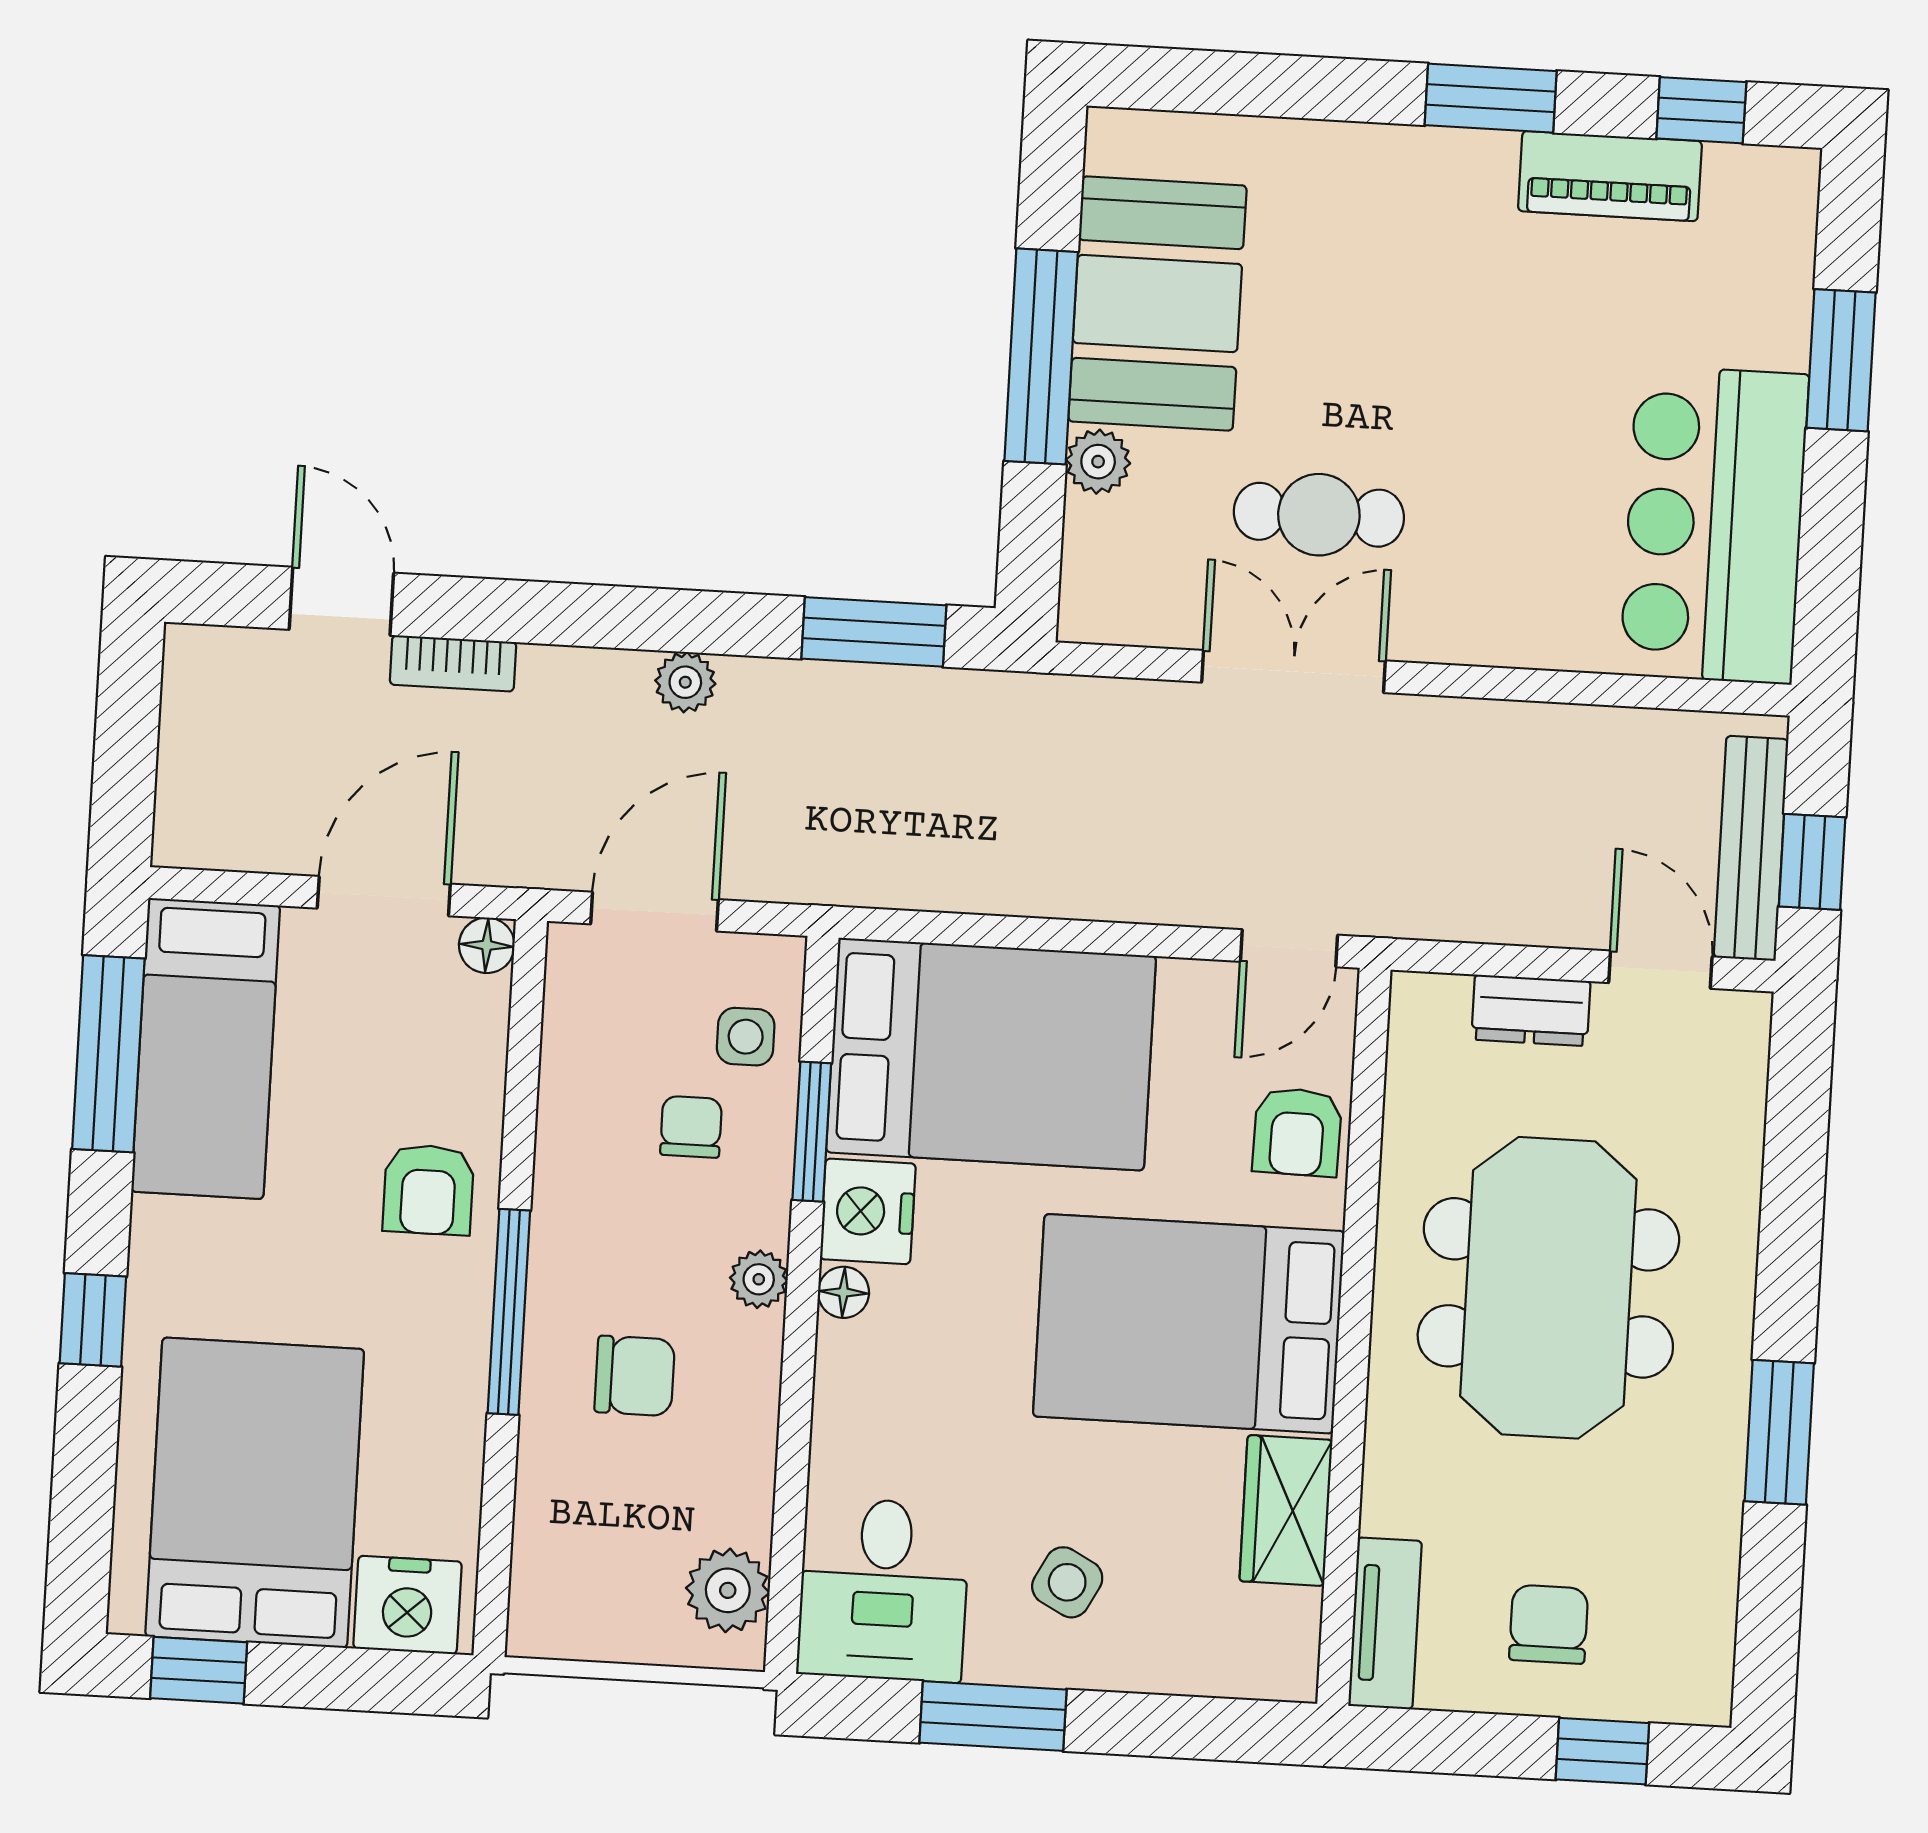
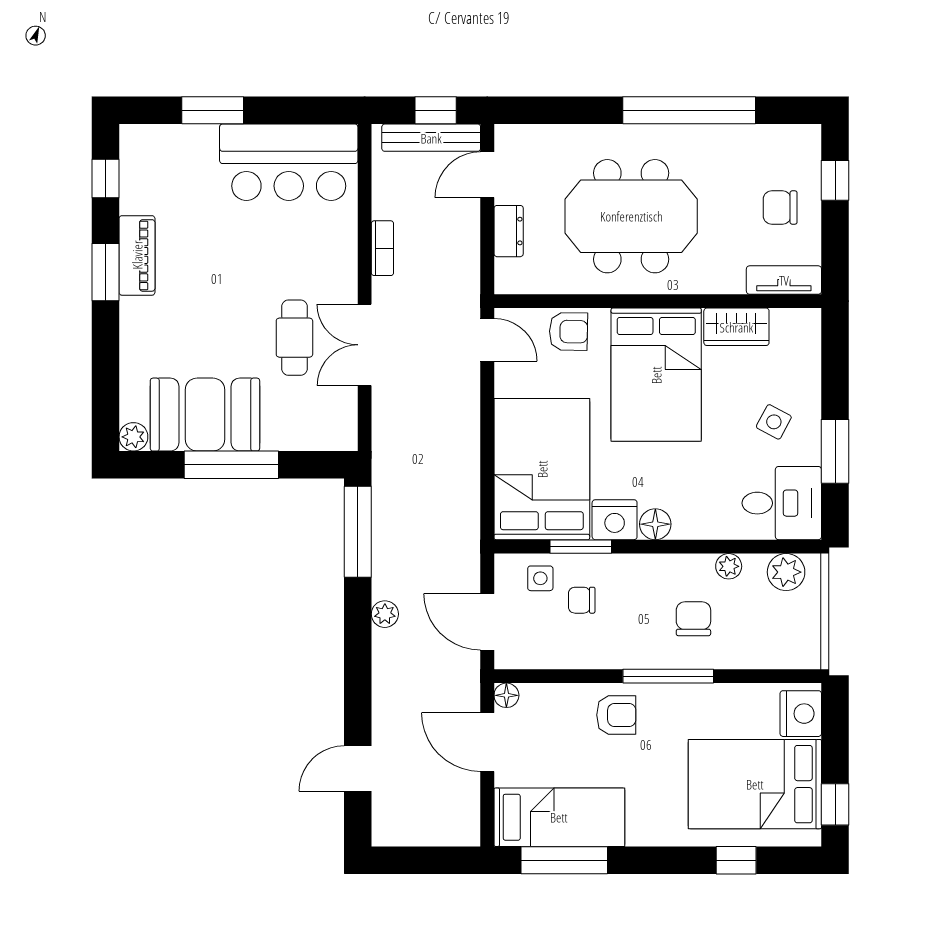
piano: (1610, 176) -> (137, 255), moved
plant: (1098, 462) -> (133, 437), moved
window: (874, 632) -> (358, 532), width x1.44
bookcase: (453, 663) -> (382, 248), moved
plant: (759, 1279) -> (729, 566), moved
floor lamp: (843, 1292) -> (655, 524), width x1.37, depth x1.37
window: (93, 1320) -> (736, 860), moved
window: (1779, 1432) -> (689, 110), width x2.11

